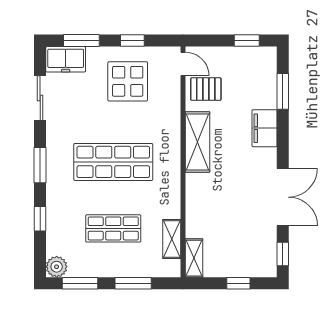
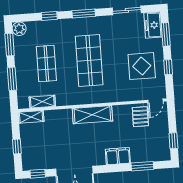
shelving: (197, 142) -> (92, 115), moved

